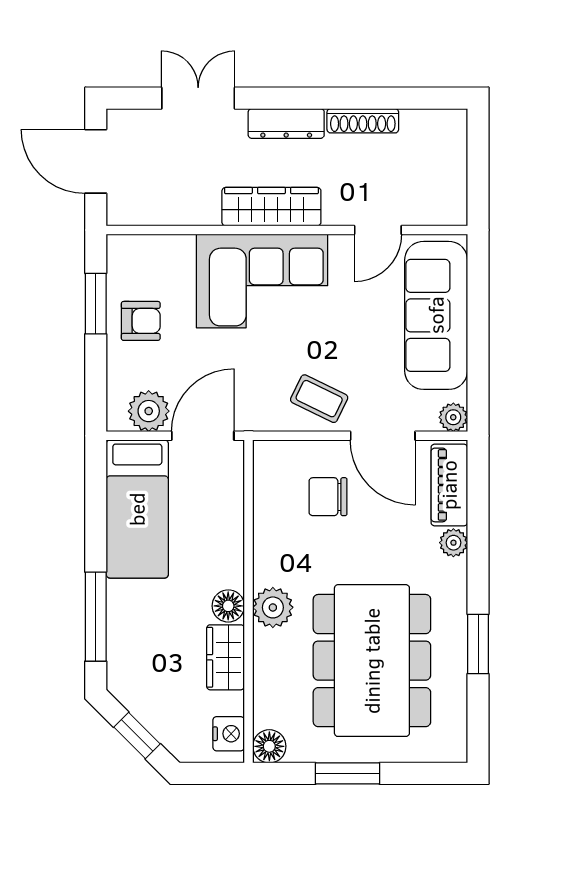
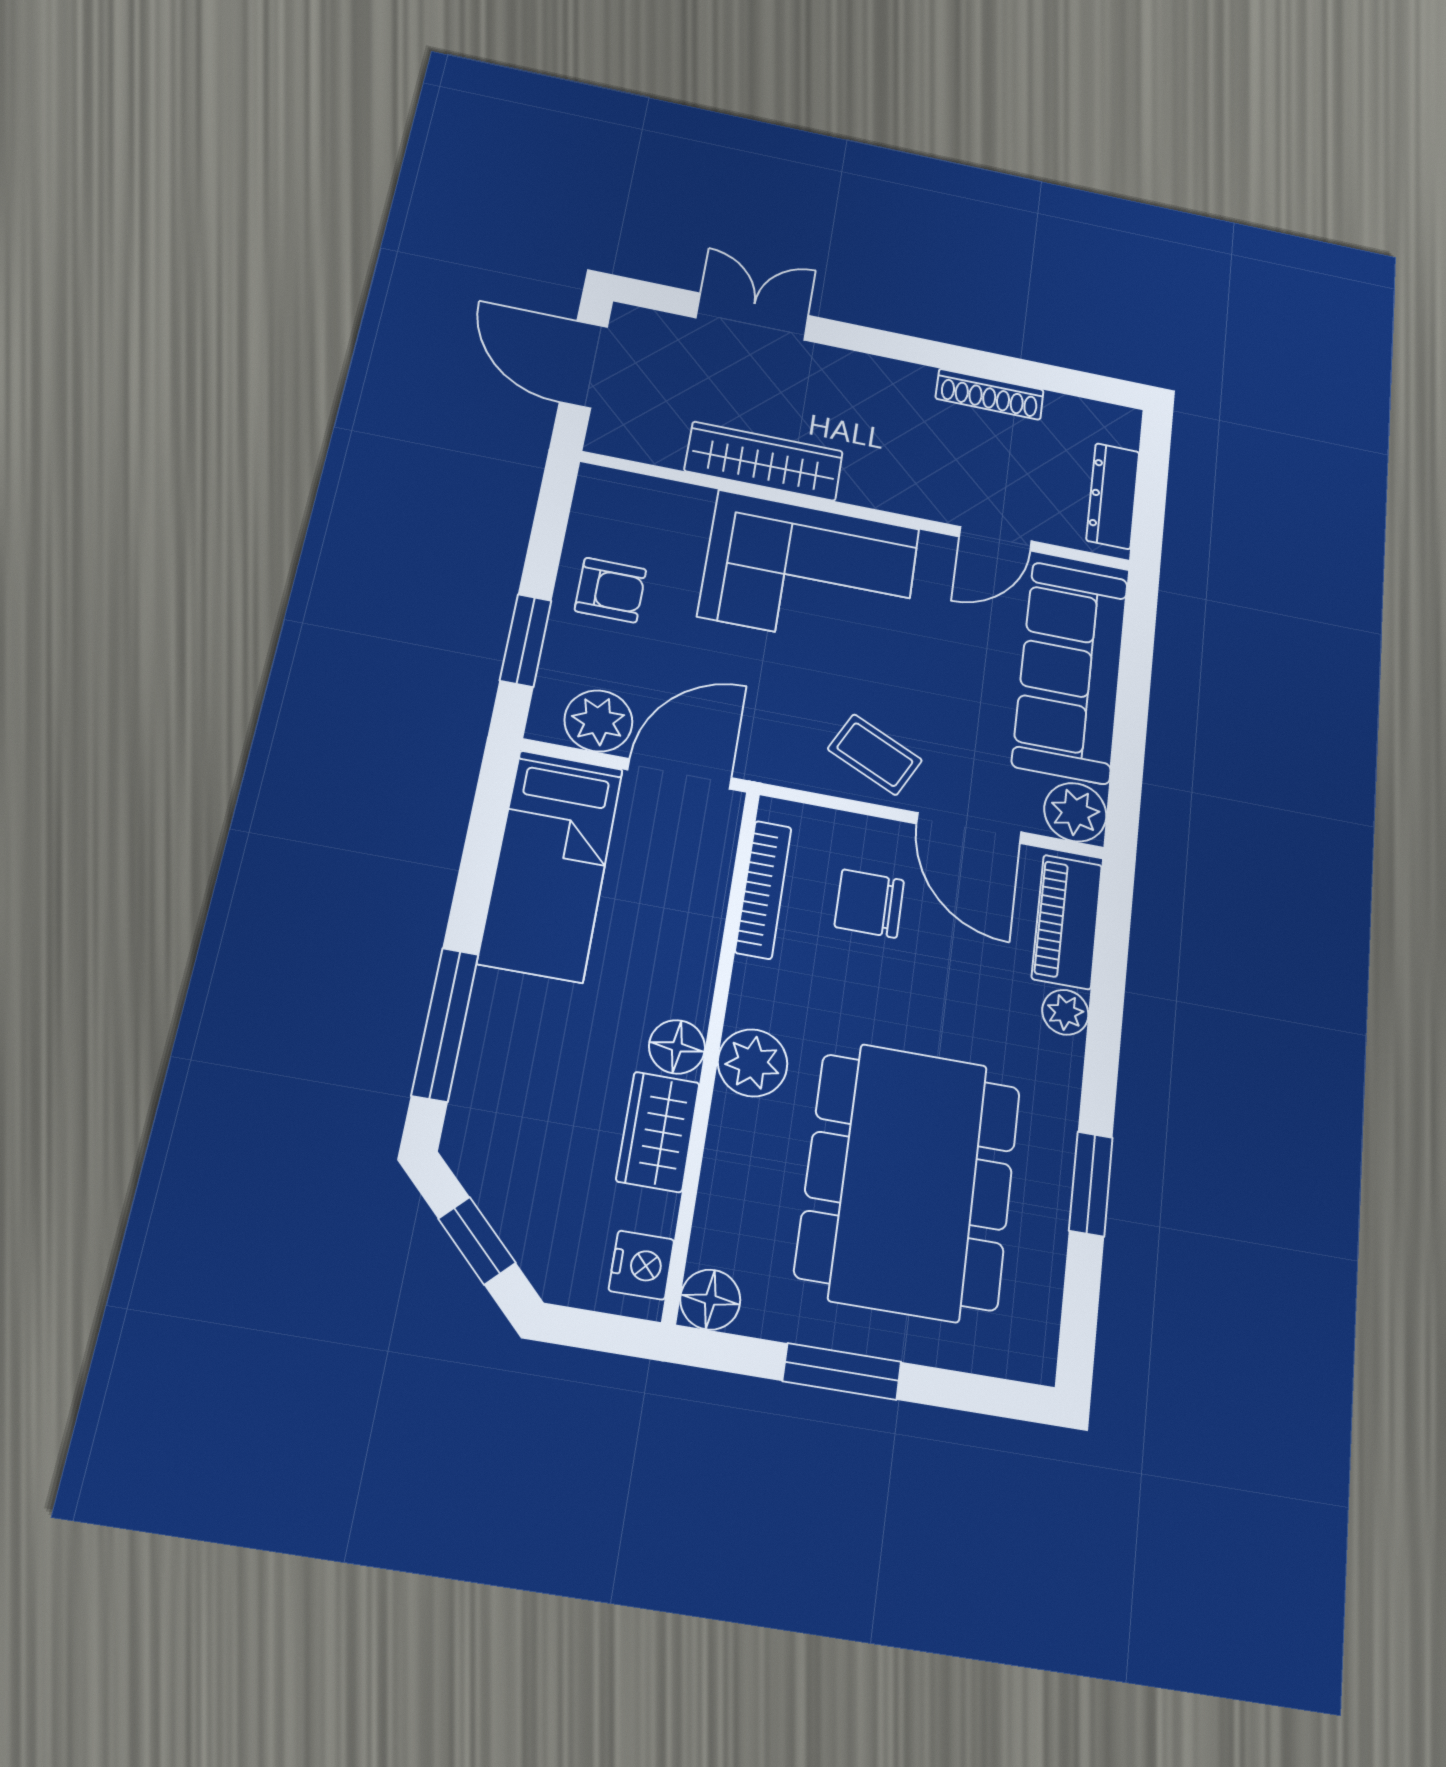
dresser: (286, 123) -> (1113, 496), moved, turned 90
wardrobe: (271, 207) -> (764, 461), moved
window: (96, 304) -> (526, 640), moved
plant: (453, 417) -> (1075, 812), width x1.38, depth x1.38
bookcase: (264, 500) -> (763, 889), added

